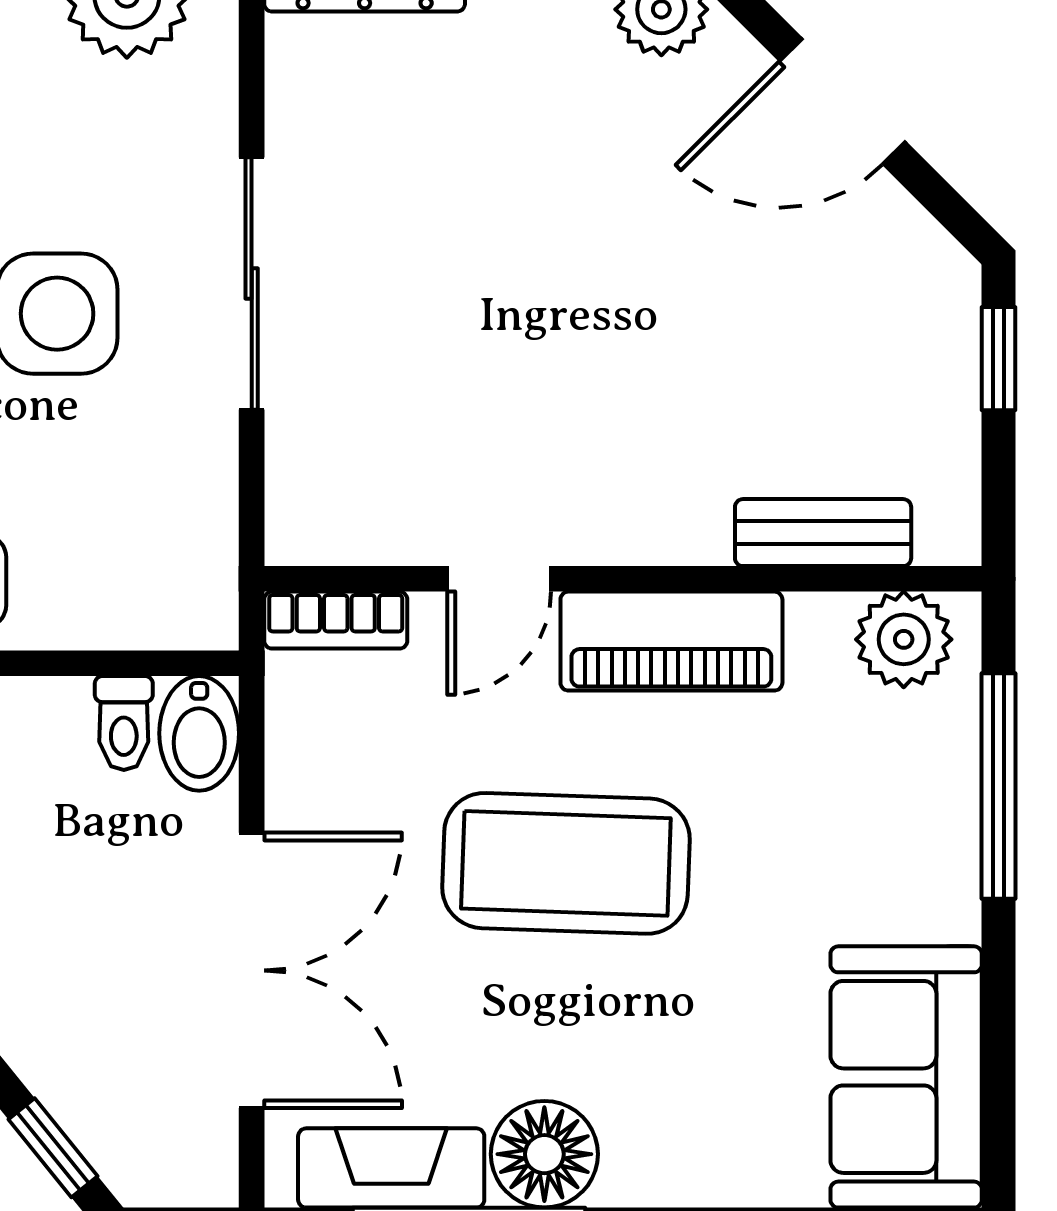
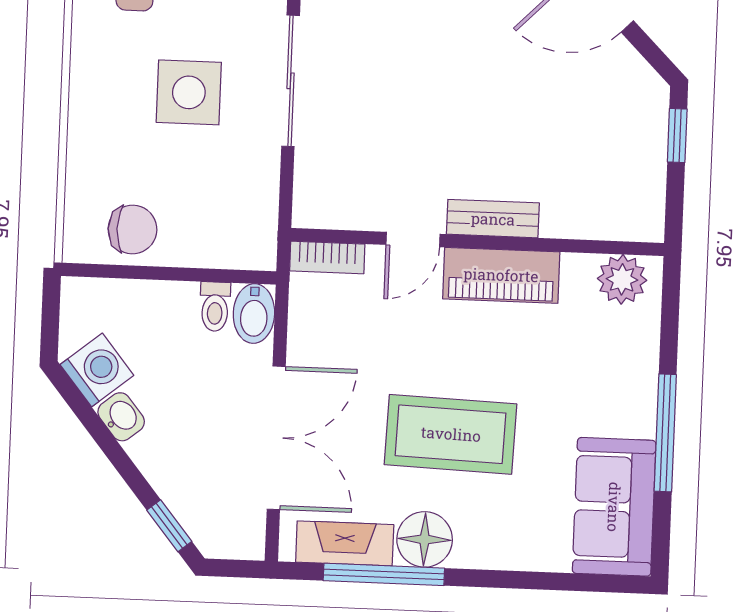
bench: (823, 533) -> (493, 219), moved
window: (999, 786) -> (665, 433), moved
coffee table: (566, 863) -> (451, 434), moved

